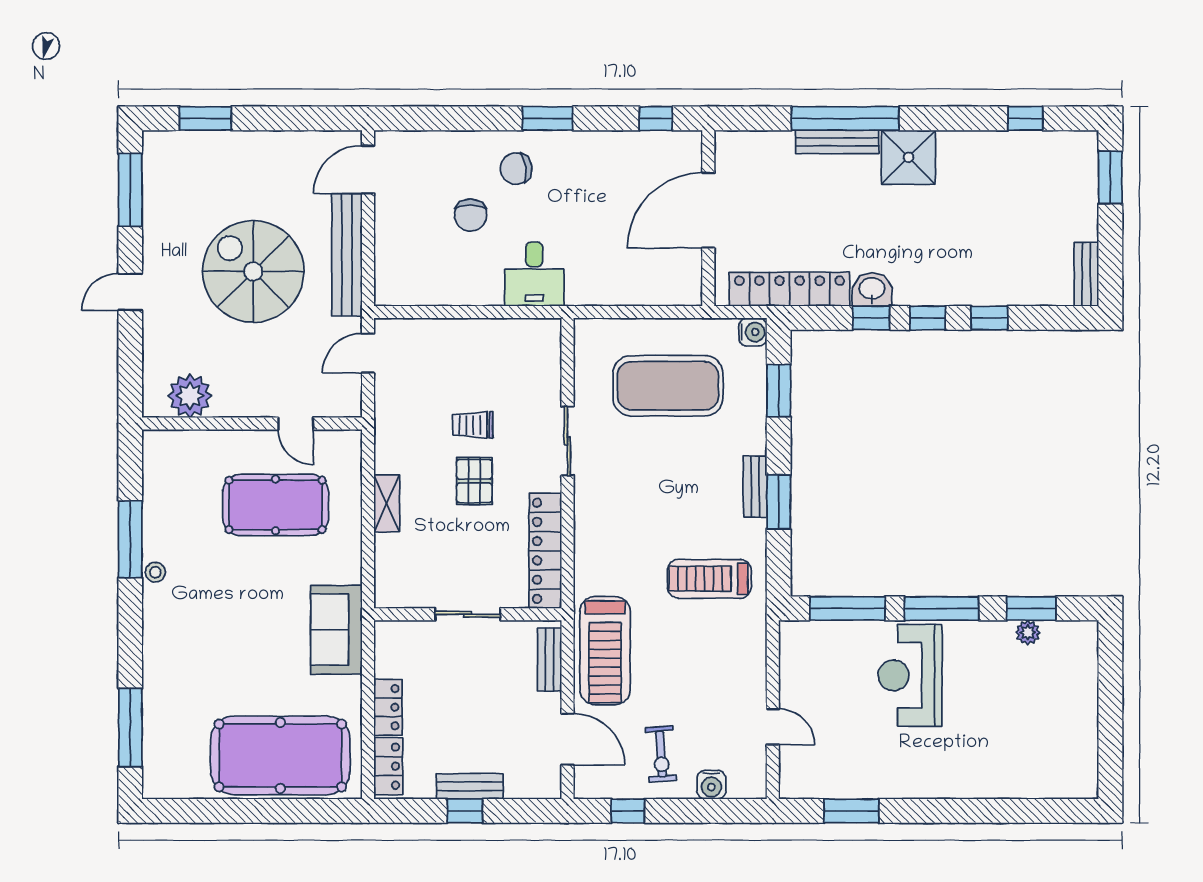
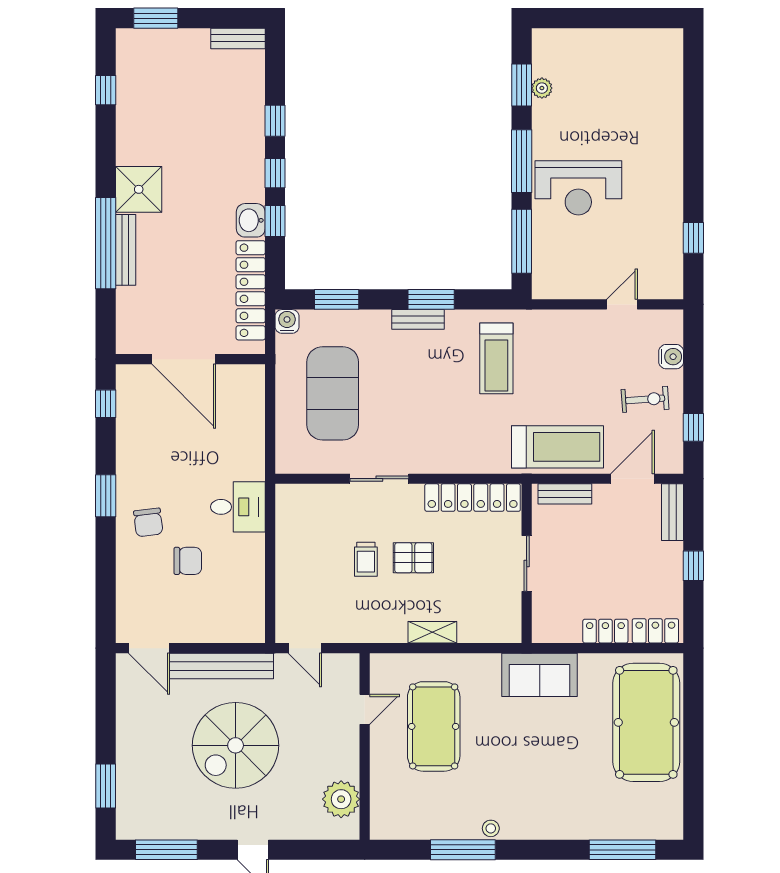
bench: (470, 786) -> (673, 512), moved
window: (851, 811) -> (693, 238), width x0.67

